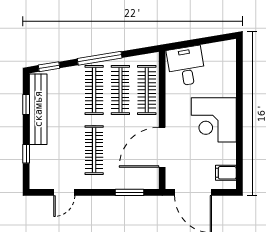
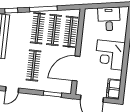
desk: (186, 66) -> (109, 19), moved
filing cabinet: (226, 173) -> (114, 89), width x2.00

